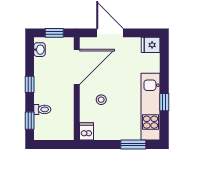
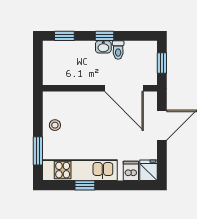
washbasin: (40, 50) -> (103, 47), moved
stool: (101, 100) -> (55, 125), moved
toilet: (42, 109) -> (118, 50), moved
dishwasher: (87, 131) -> (131, 171), moved, turned -90

